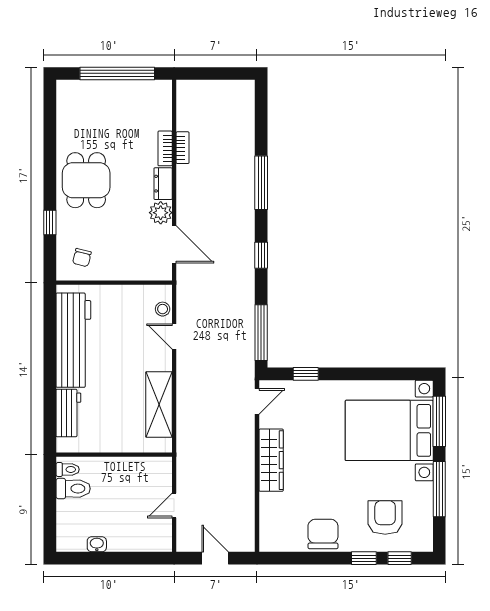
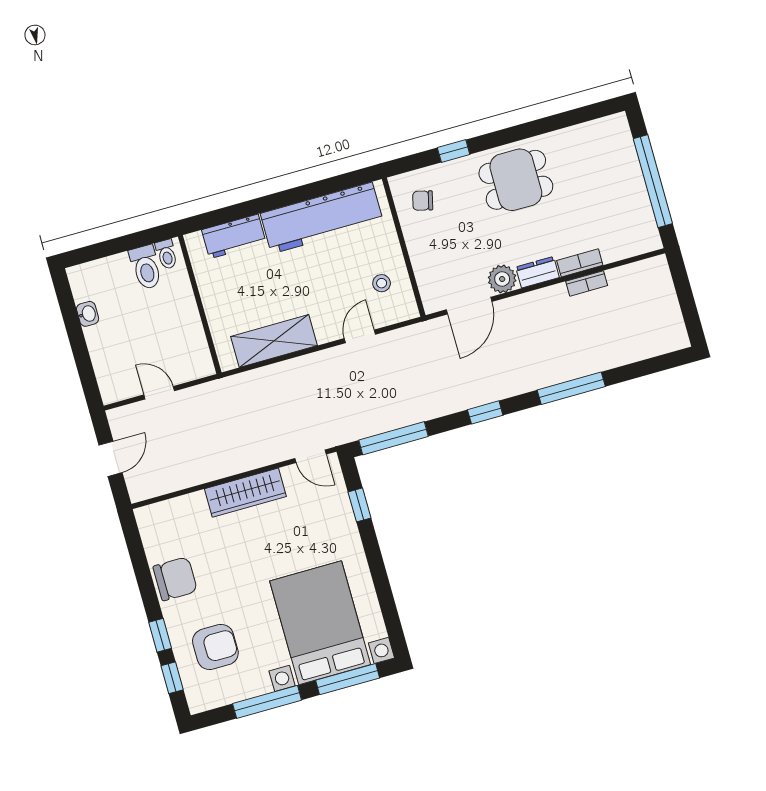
stool: (163, 309) -> (382, 283), moved

